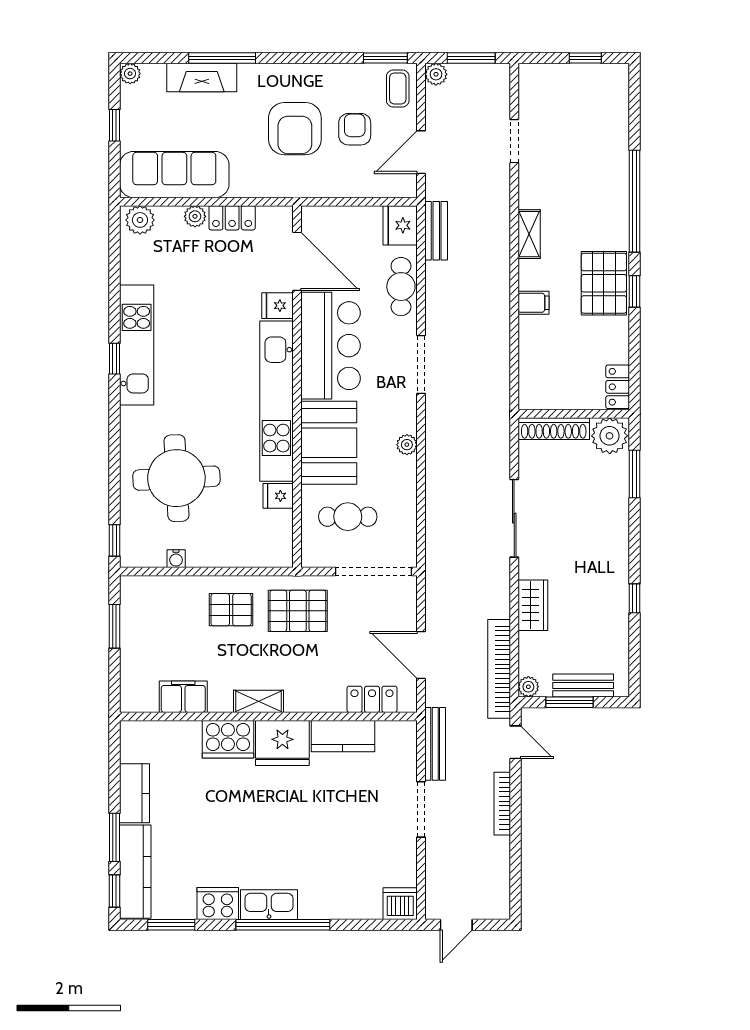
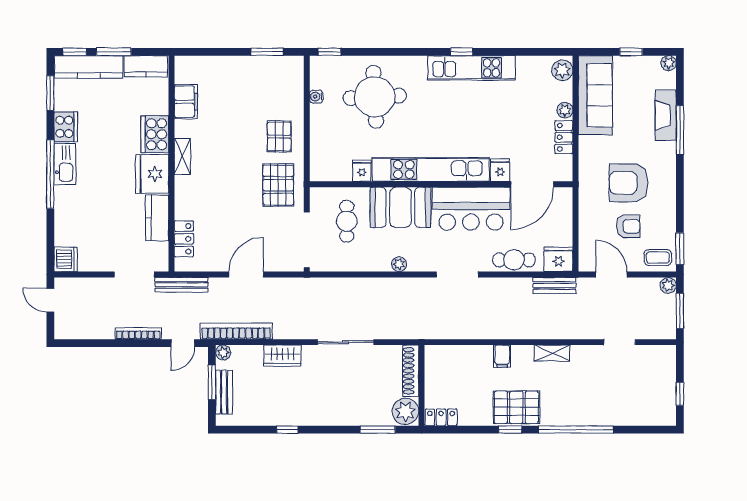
filing cabinet: (183, 697) -> (186, 102), moved
locker: (372, 699) -> (184, 239), moved
shelving: (259, 701) -> (182, 156), moved
wall: (268, 716) -> (171, 164), moved
kitchen counter: (343, 736) -> (157, 218), moved
cooker: (228, 739) -> (155, 134), moved
fridge: (282, 743) -> (152, 174), moved

